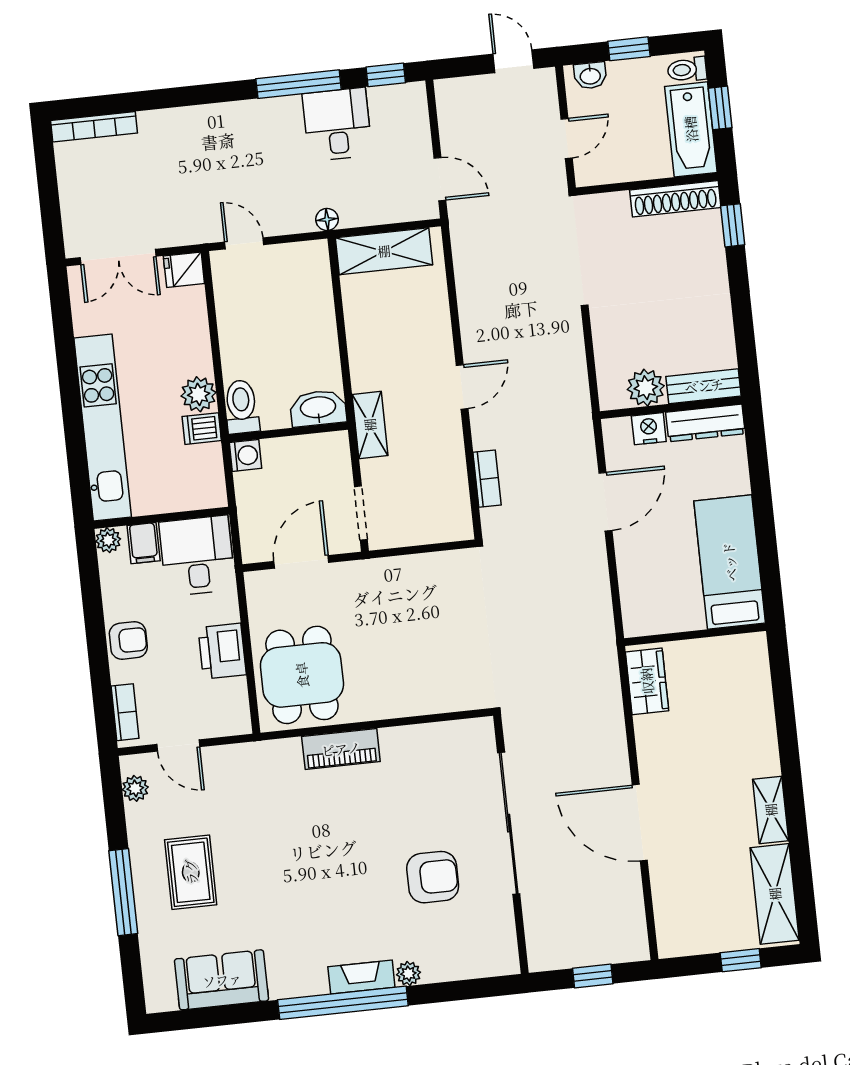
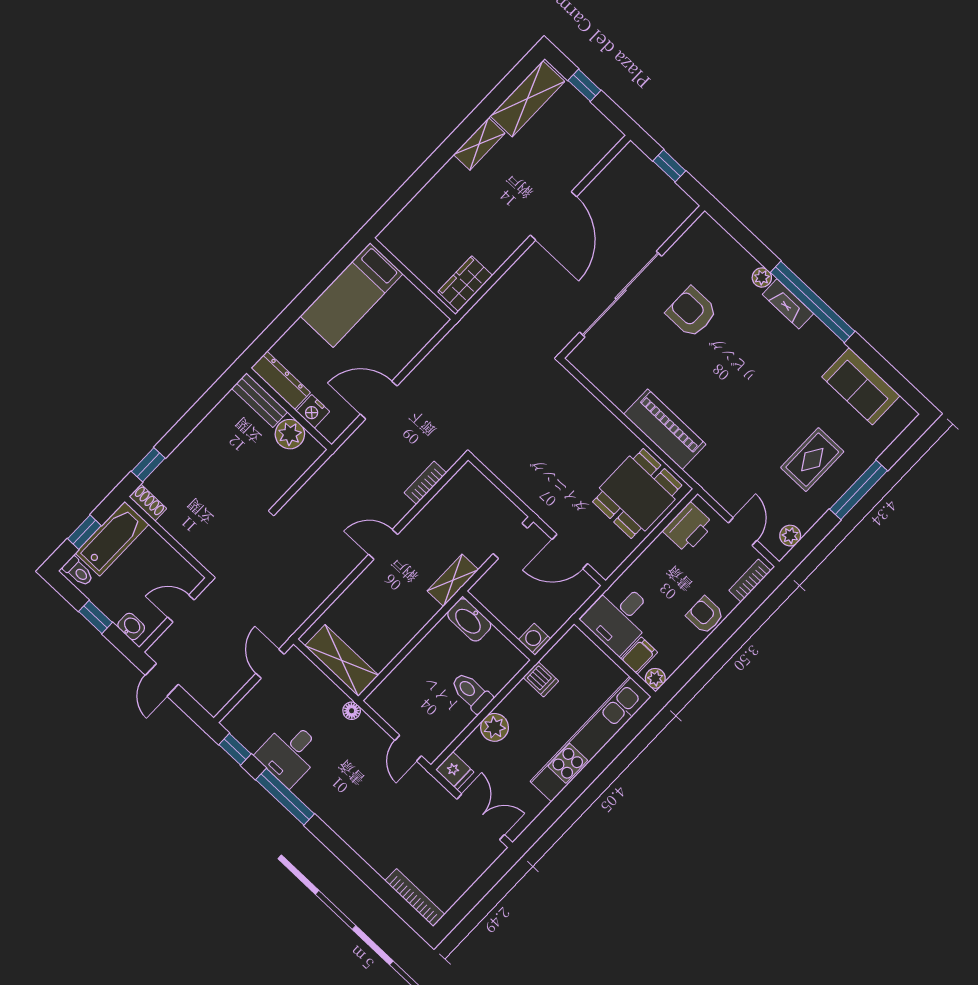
shoe rack: (675, 199) -> (148, 503), width x0.51, depth x0.81
plant: (199, 394) -> (495, 727), moved
toilet: (242, 407) -> (471, 693), moved, turned 90
printer: (222, 651) -> (688, 528), moved
piano: (341, 749) -> (665, 429), width x1.37, depth x1.33

